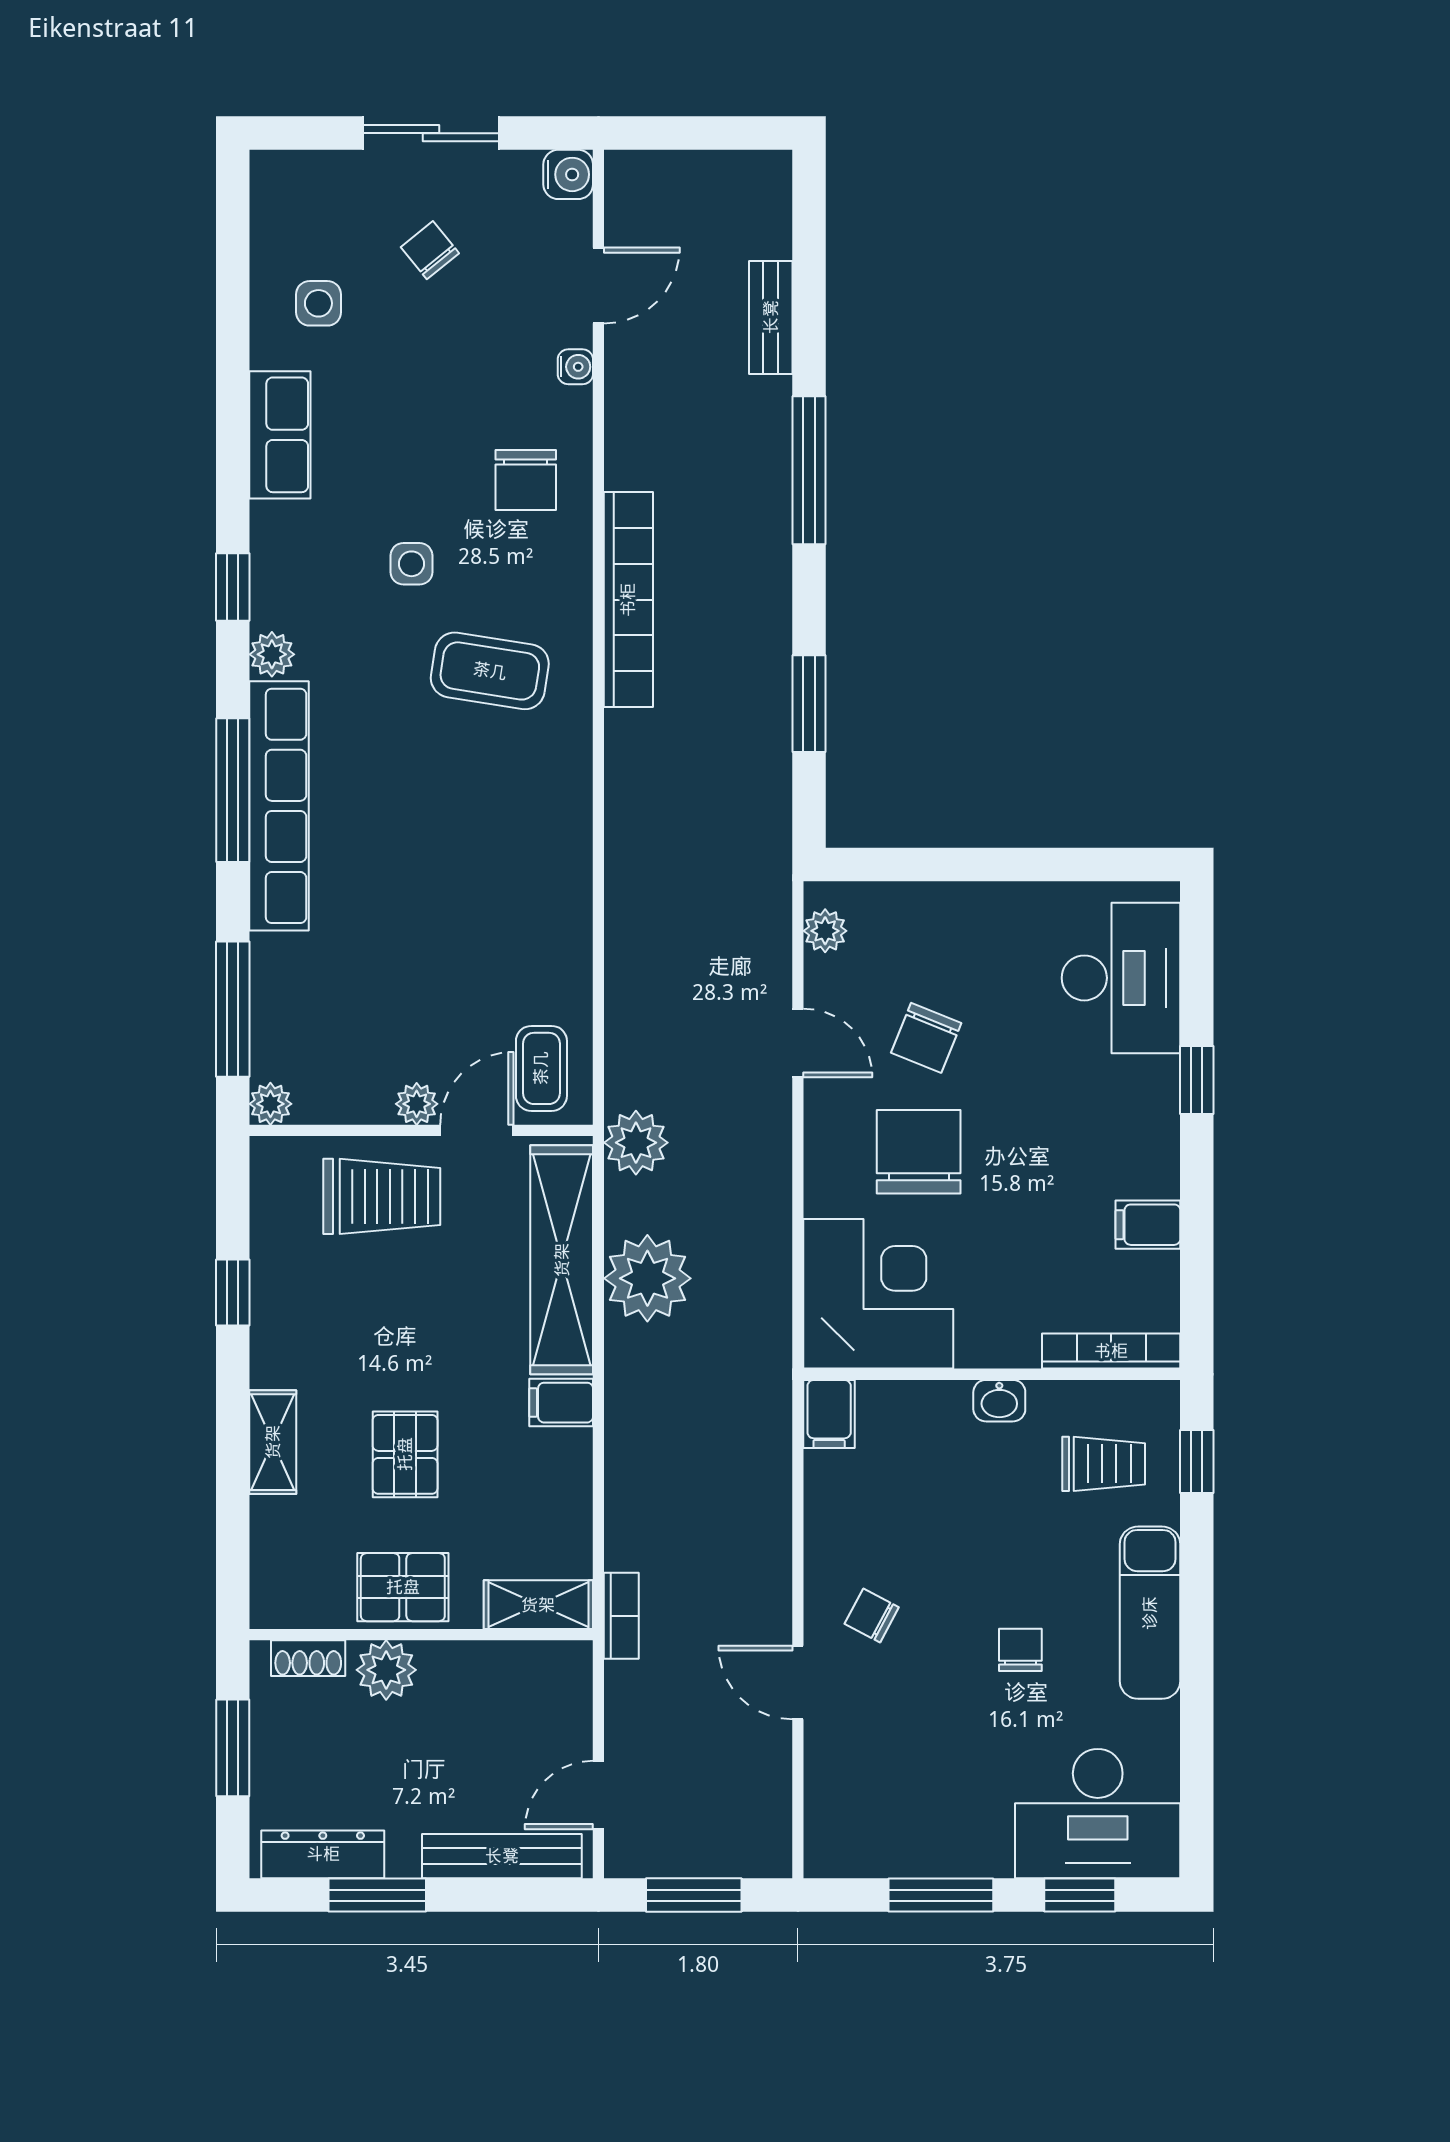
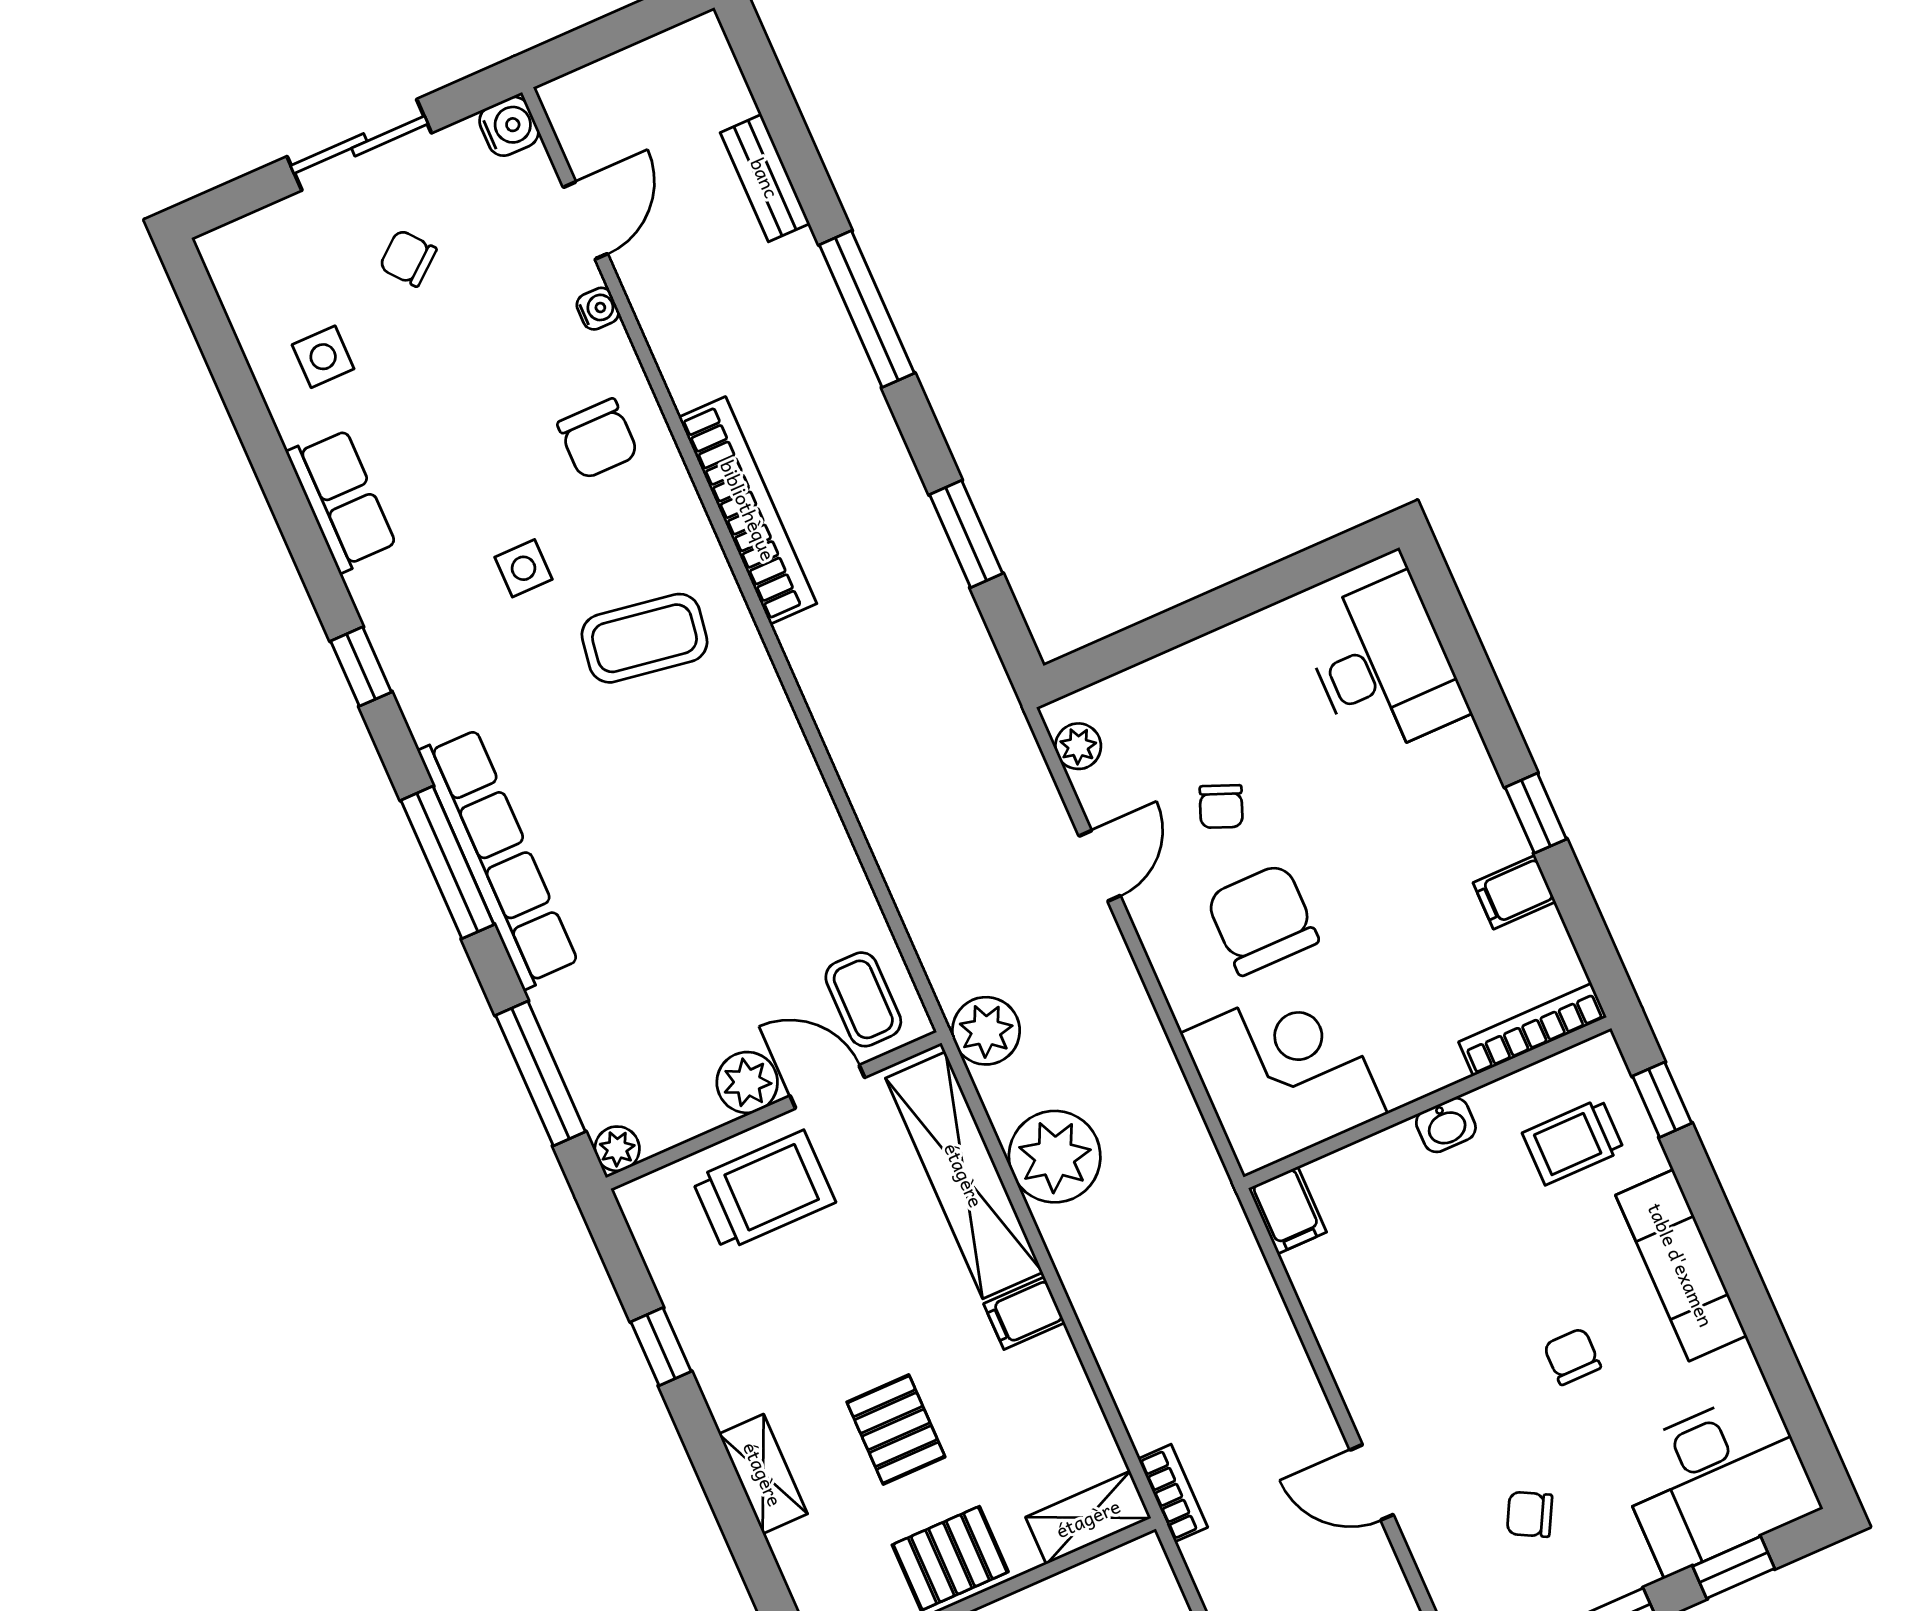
plant: (272, 654) -> (427, 715), removed
chair: (926, 1038) -> (1221, 806), width x0.73, depth x0.73
door: (798, 1043) -> (1100, 866), hinge flipped
window: (1197, 1080) -> (1536, 813), moved
plant: (417, 1104) -> (747, 1082), width x1.38, depth x1.38
door: (477, 1130) -> (827, 1087), hinge flipped
trolley: (1104, 1464) -> (1573, 1142), turned 180
chair: (872, 1616) -> (1530, 1514), moved

